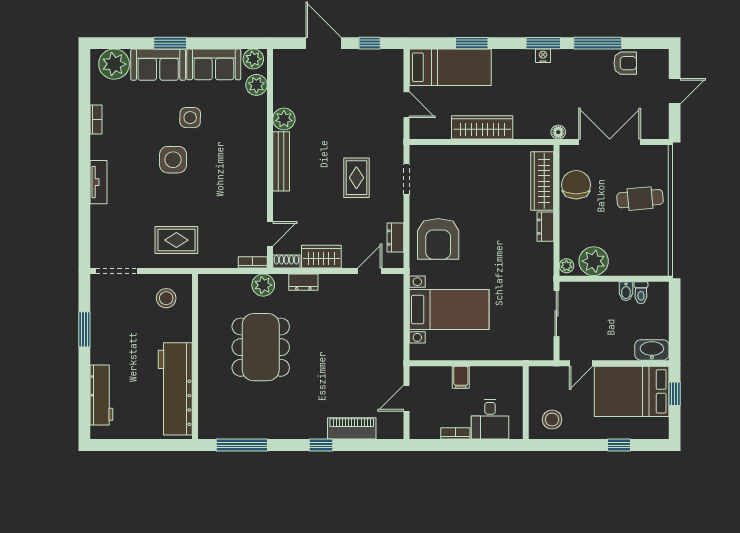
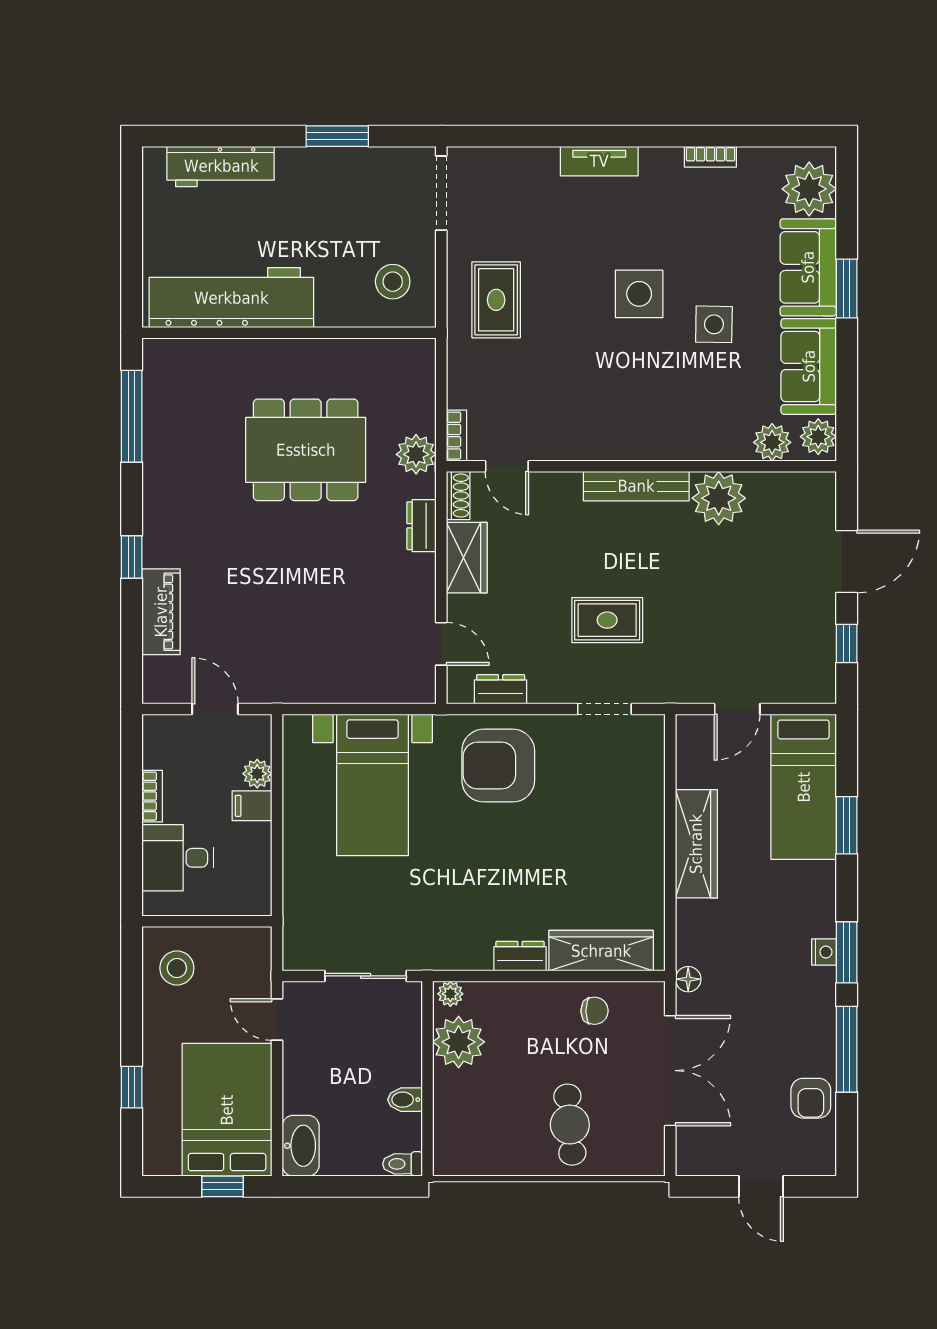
plant: (284, 119) -> (719, 498), width x1.36, depth x1.36
chair: (576, 185) -> (594, 1011), width x0.54, depth x0.54
toilet: (641, 293) -> (403, 1164), moved
plant: (443, 374) -> (257, 774), added

